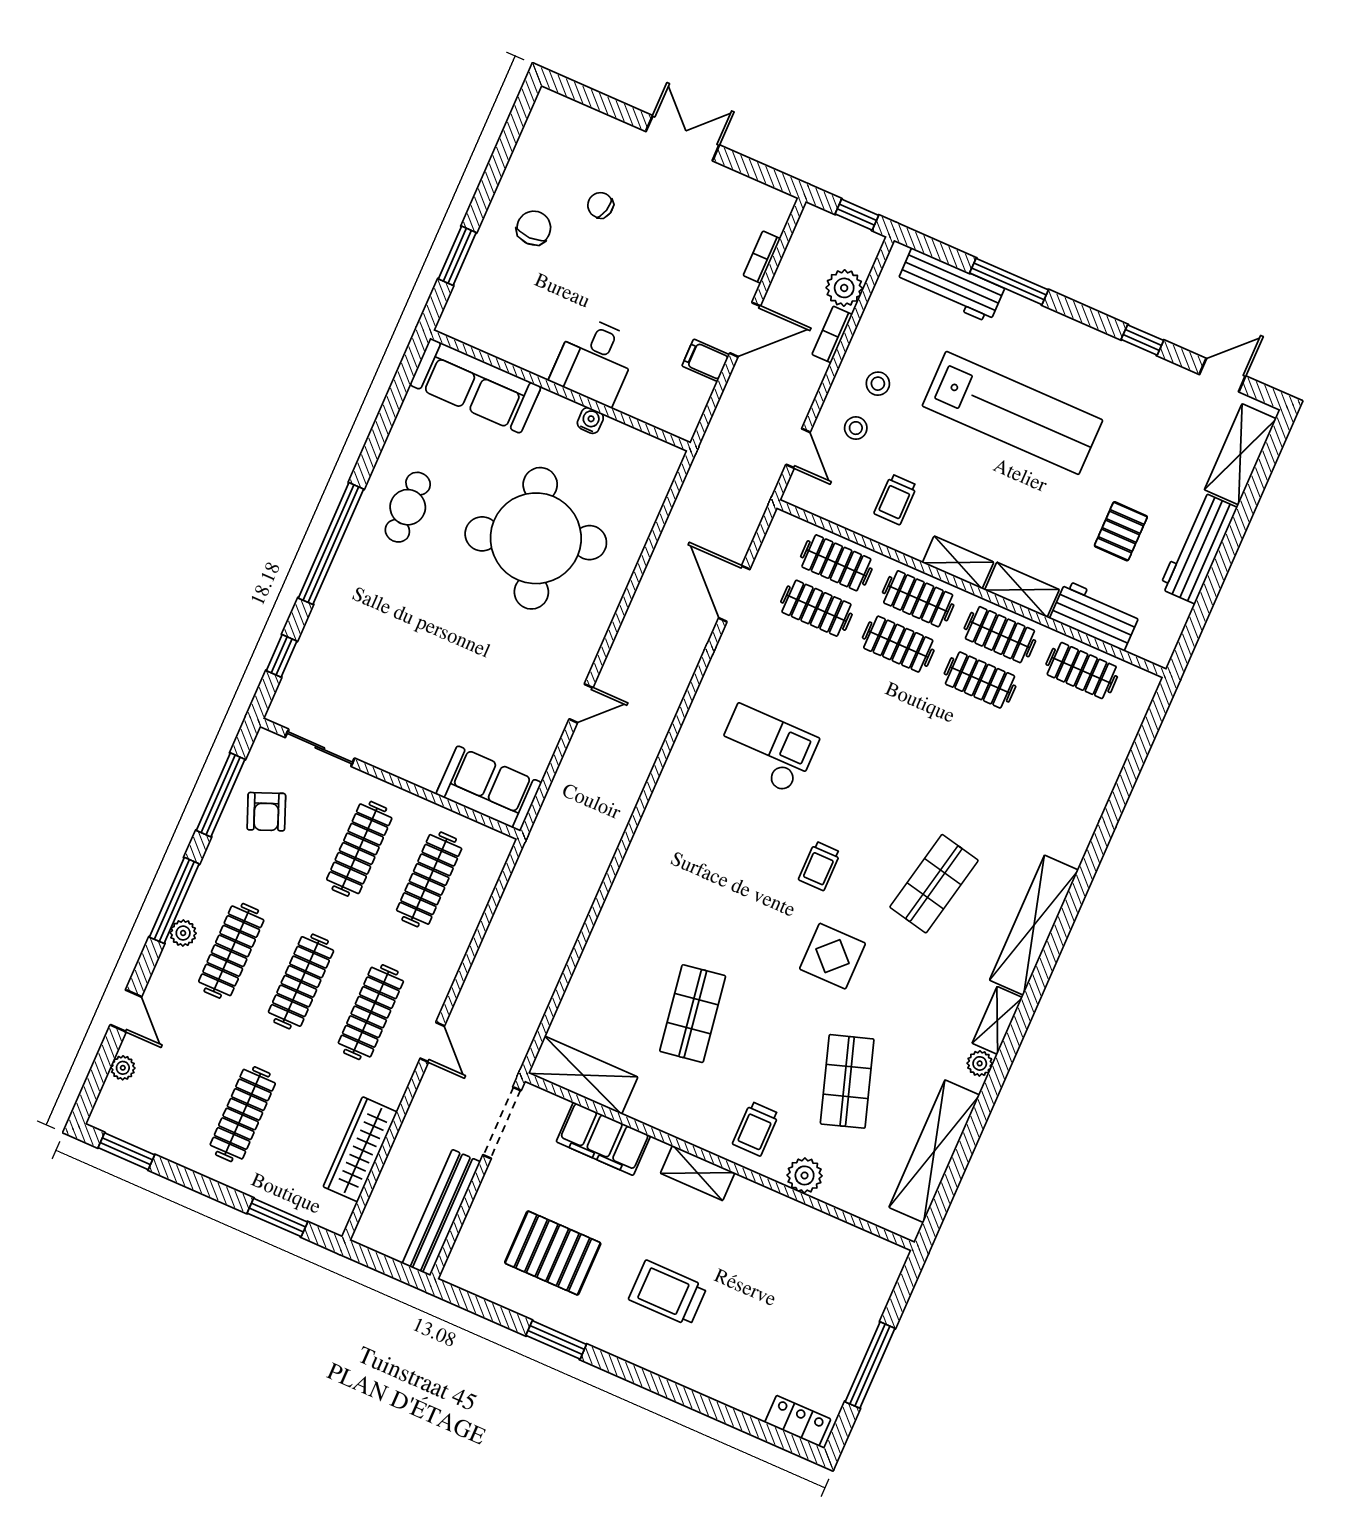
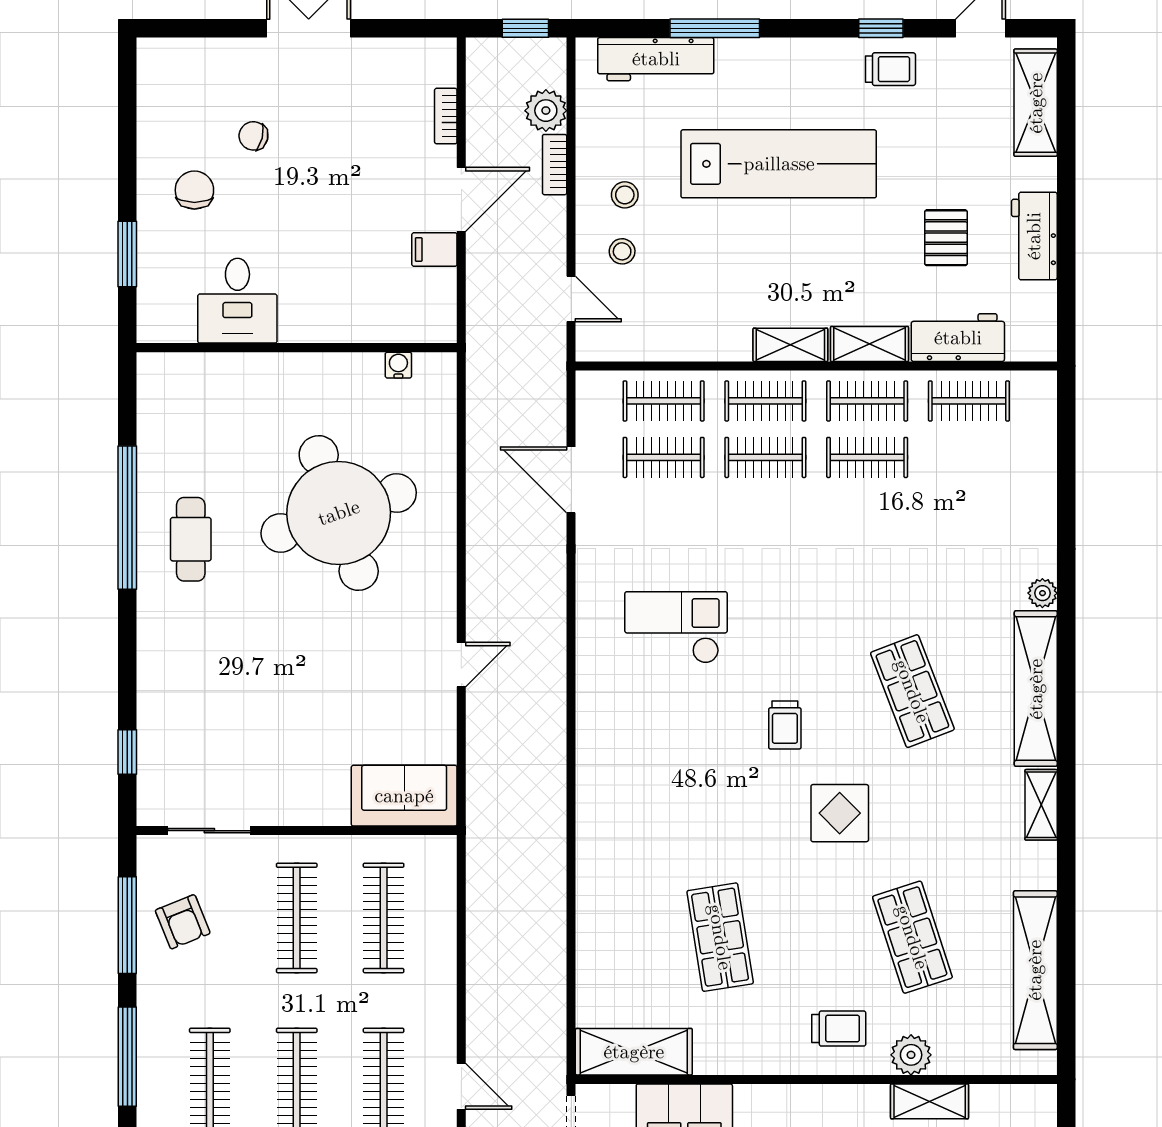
desk: (595, 361) -> (237, 301), moved
sofa: (475, 386) -> (206, 381), removed
water cooler: (590, 420) -> (398, 365), moved
trolley: (896, 499) -> (890, 69), moved, turned -90
window: (331, 544) -> (127, 518), moved
workbench: (1198, 548) -> (1034, 236), width x0.73
shop shelf: (934, 884) -> (912, 691), turned -33
plant: (183, 933) -> (151, 1087), removed
plant: (980, 1063) -> (1042, 593), moved
trolley: (756, 1129) -> (839, 1029), turned -90
shelving: (698, 1173) -> (930, 1101), moved

